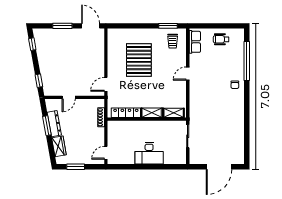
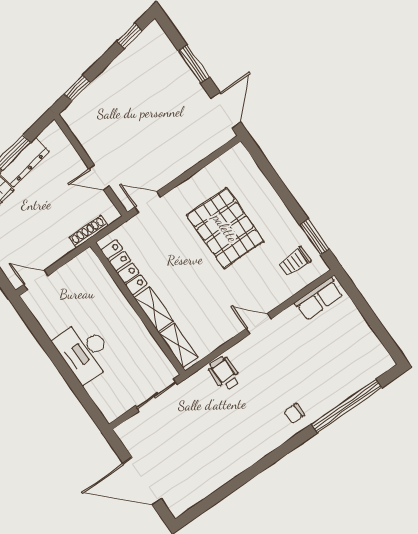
wheelchair: (221, 39) -> (225, 373), moved
pallet: (139, 60) -> (225, 228), turned 90
door: (69, 97) -> (99, 177), moved

